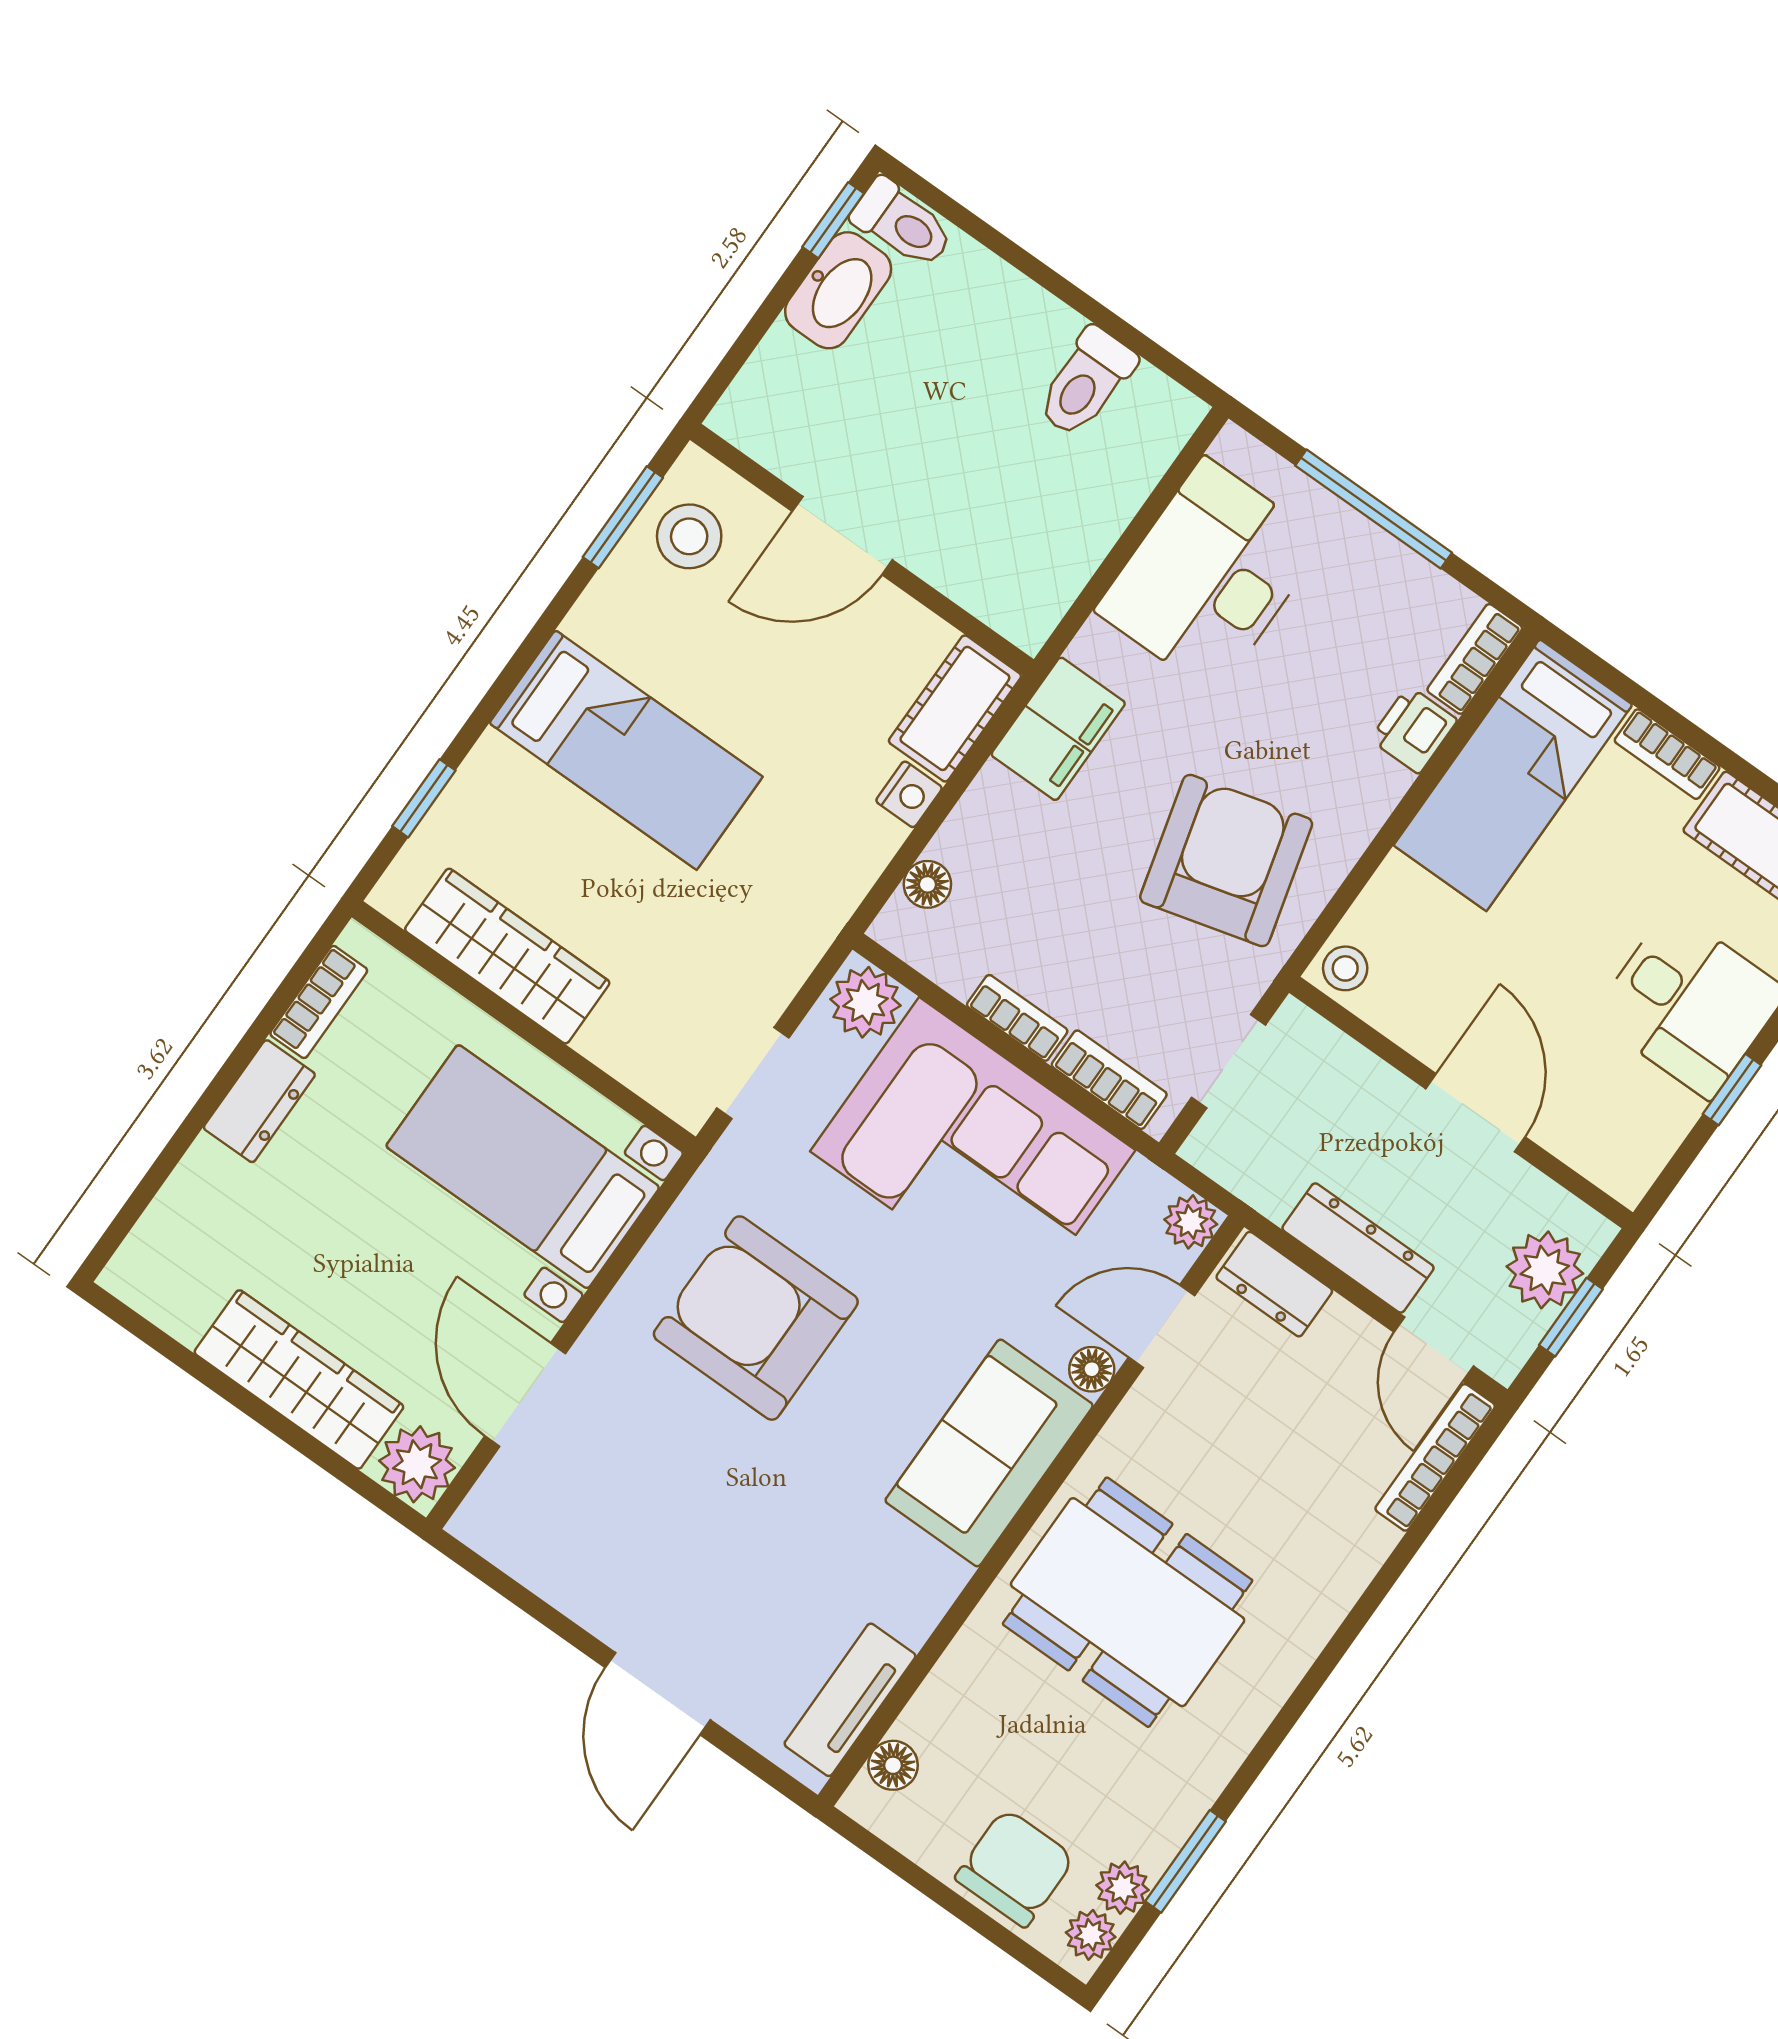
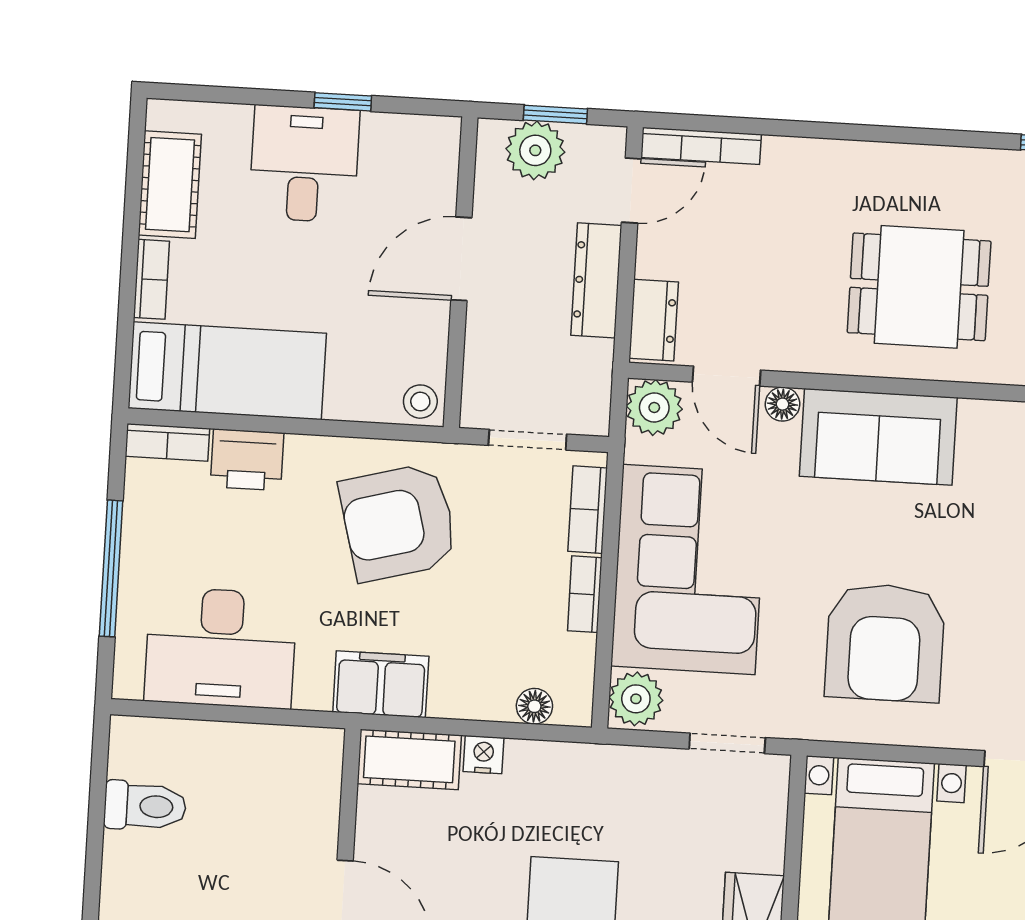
printer: (1414, 730) -> (247, 460), width x1.36, depth x1.24
plant: (1191, 1222) -> (654, 408), width x1.38, depth x1.38
dining table: (1128, 1602) -> (919, 287), width x0.73

